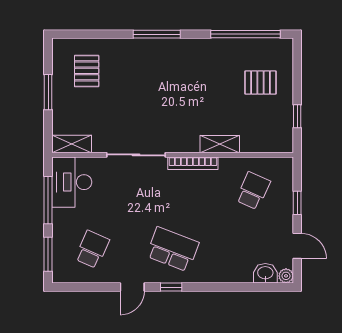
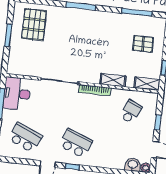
window: (245, 34) -> (137, 12), width x0.68
pallet: (87, 71) -> (34, 24), width x1.50, depth x1.42
shelving: (72, 144) -> (147, 84), moved
school desk: (92, 249) -> (25, 137), width x1.85

